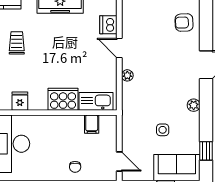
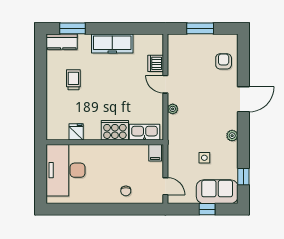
armchair: (184, 23) -> (224, 61), turned 92
filing cabinet: (92, 124) -> (155, 153), moved

